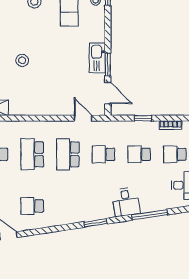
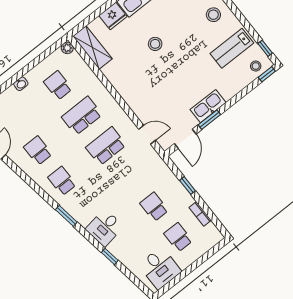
door: (83, 118) -> (147, 135), hinge flipped
school desk: (103, 154) -> (62, 181), moved
window: (150, 215) -> (110, 256), width x0.46

